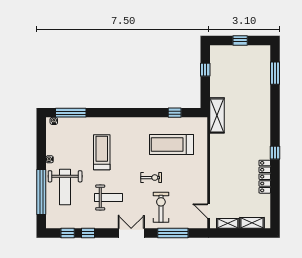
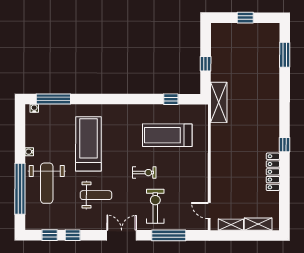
window: (205, 70) -> (206, 64), moved
treadmill: (102, 152) -> (88, 144), width x1.37, depth x1.38

